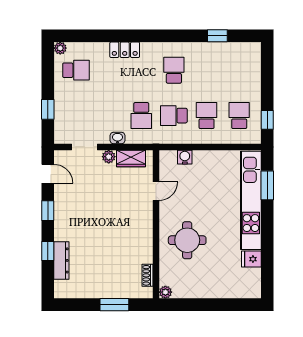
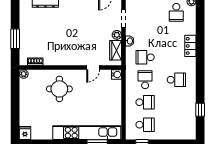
water cooler: (185, 157) -> (117, 75), moved
door: (156, 191) -> (93, 67), hinge flipped
fridge: (251, 259) -> (25, 133), moved

